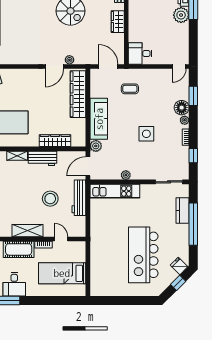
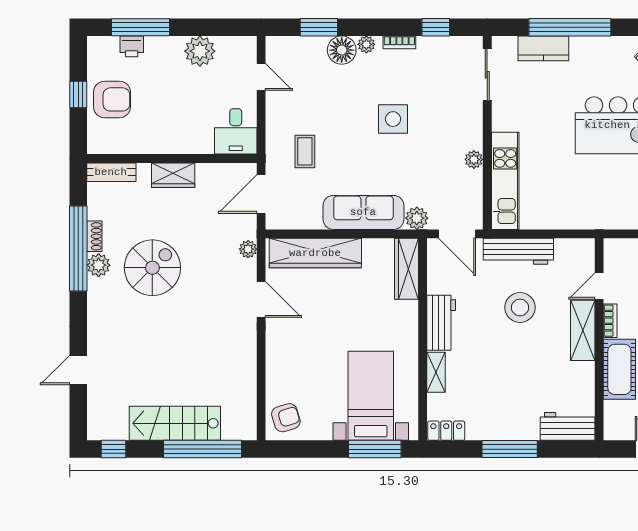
plant: (181, 15) -> (200, 51), moved
plant: (69, 60) -> (248, 249), moved
door: (179, 66) -> (261, 77), moved
wardrobe: (55, 141) -> (407, 269), moved
shelving: (28, 231) -> (583, 330), moved

